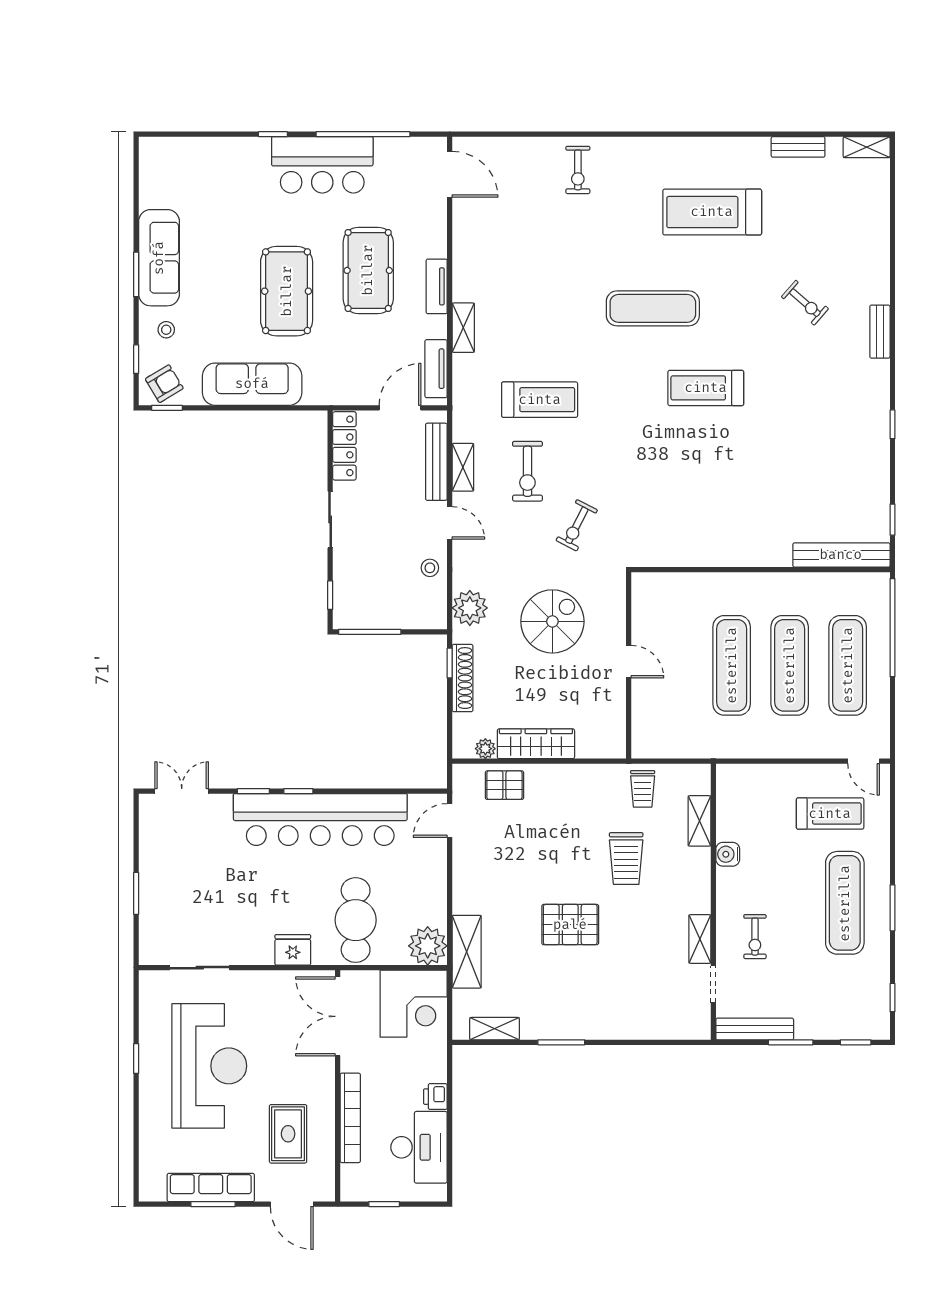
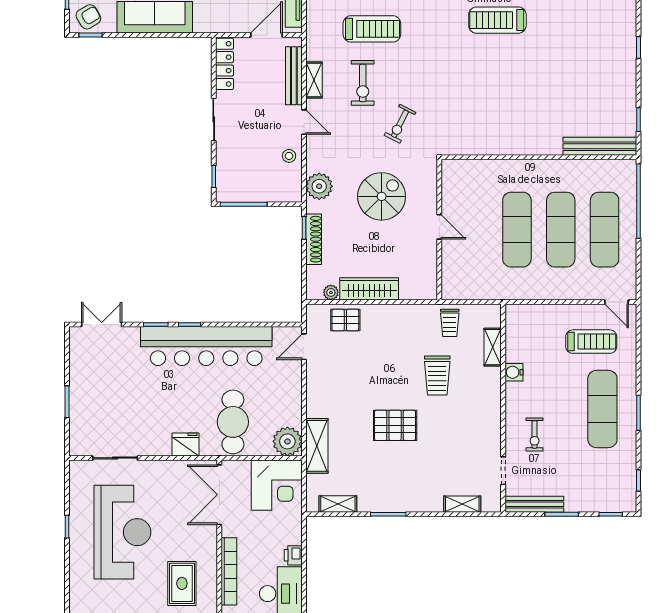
shelving: (700, 939) -> (462, 504), moved, turned 90

